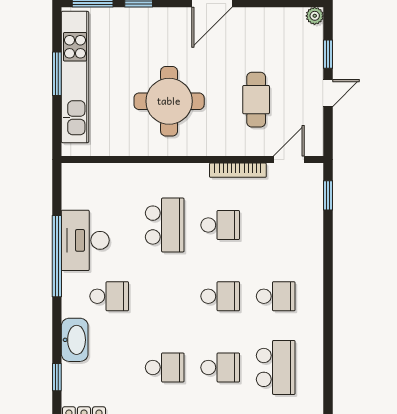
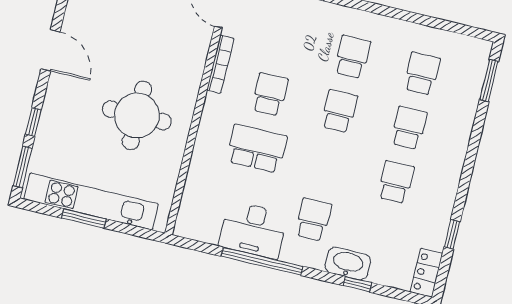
cafe table: (256, 100) -> (156, 30), removed
school desk: (276, 367) -> (422, 74), width x0.54
window: (57, 377) -> (357, 284), moved

